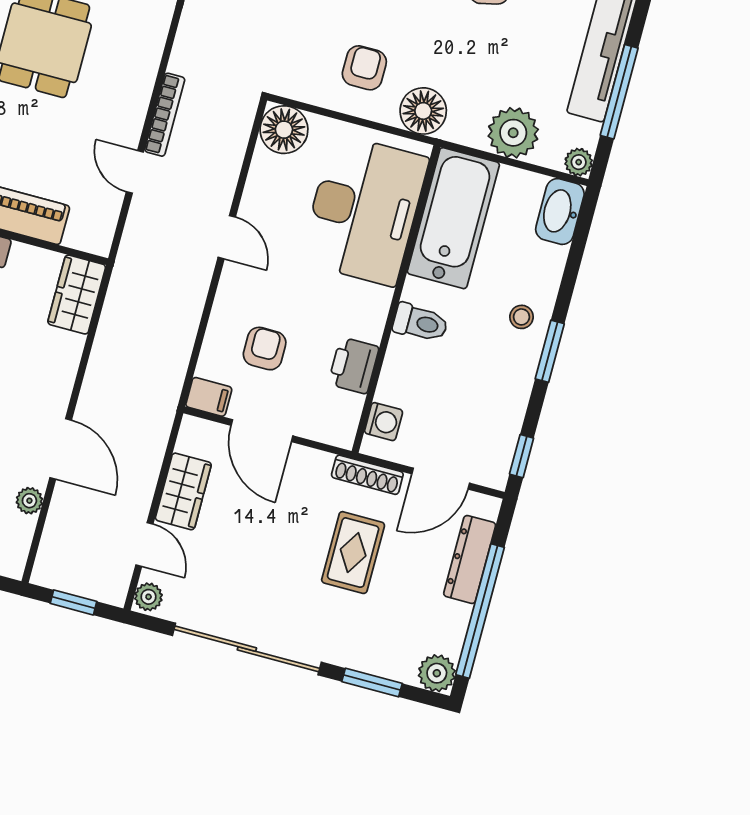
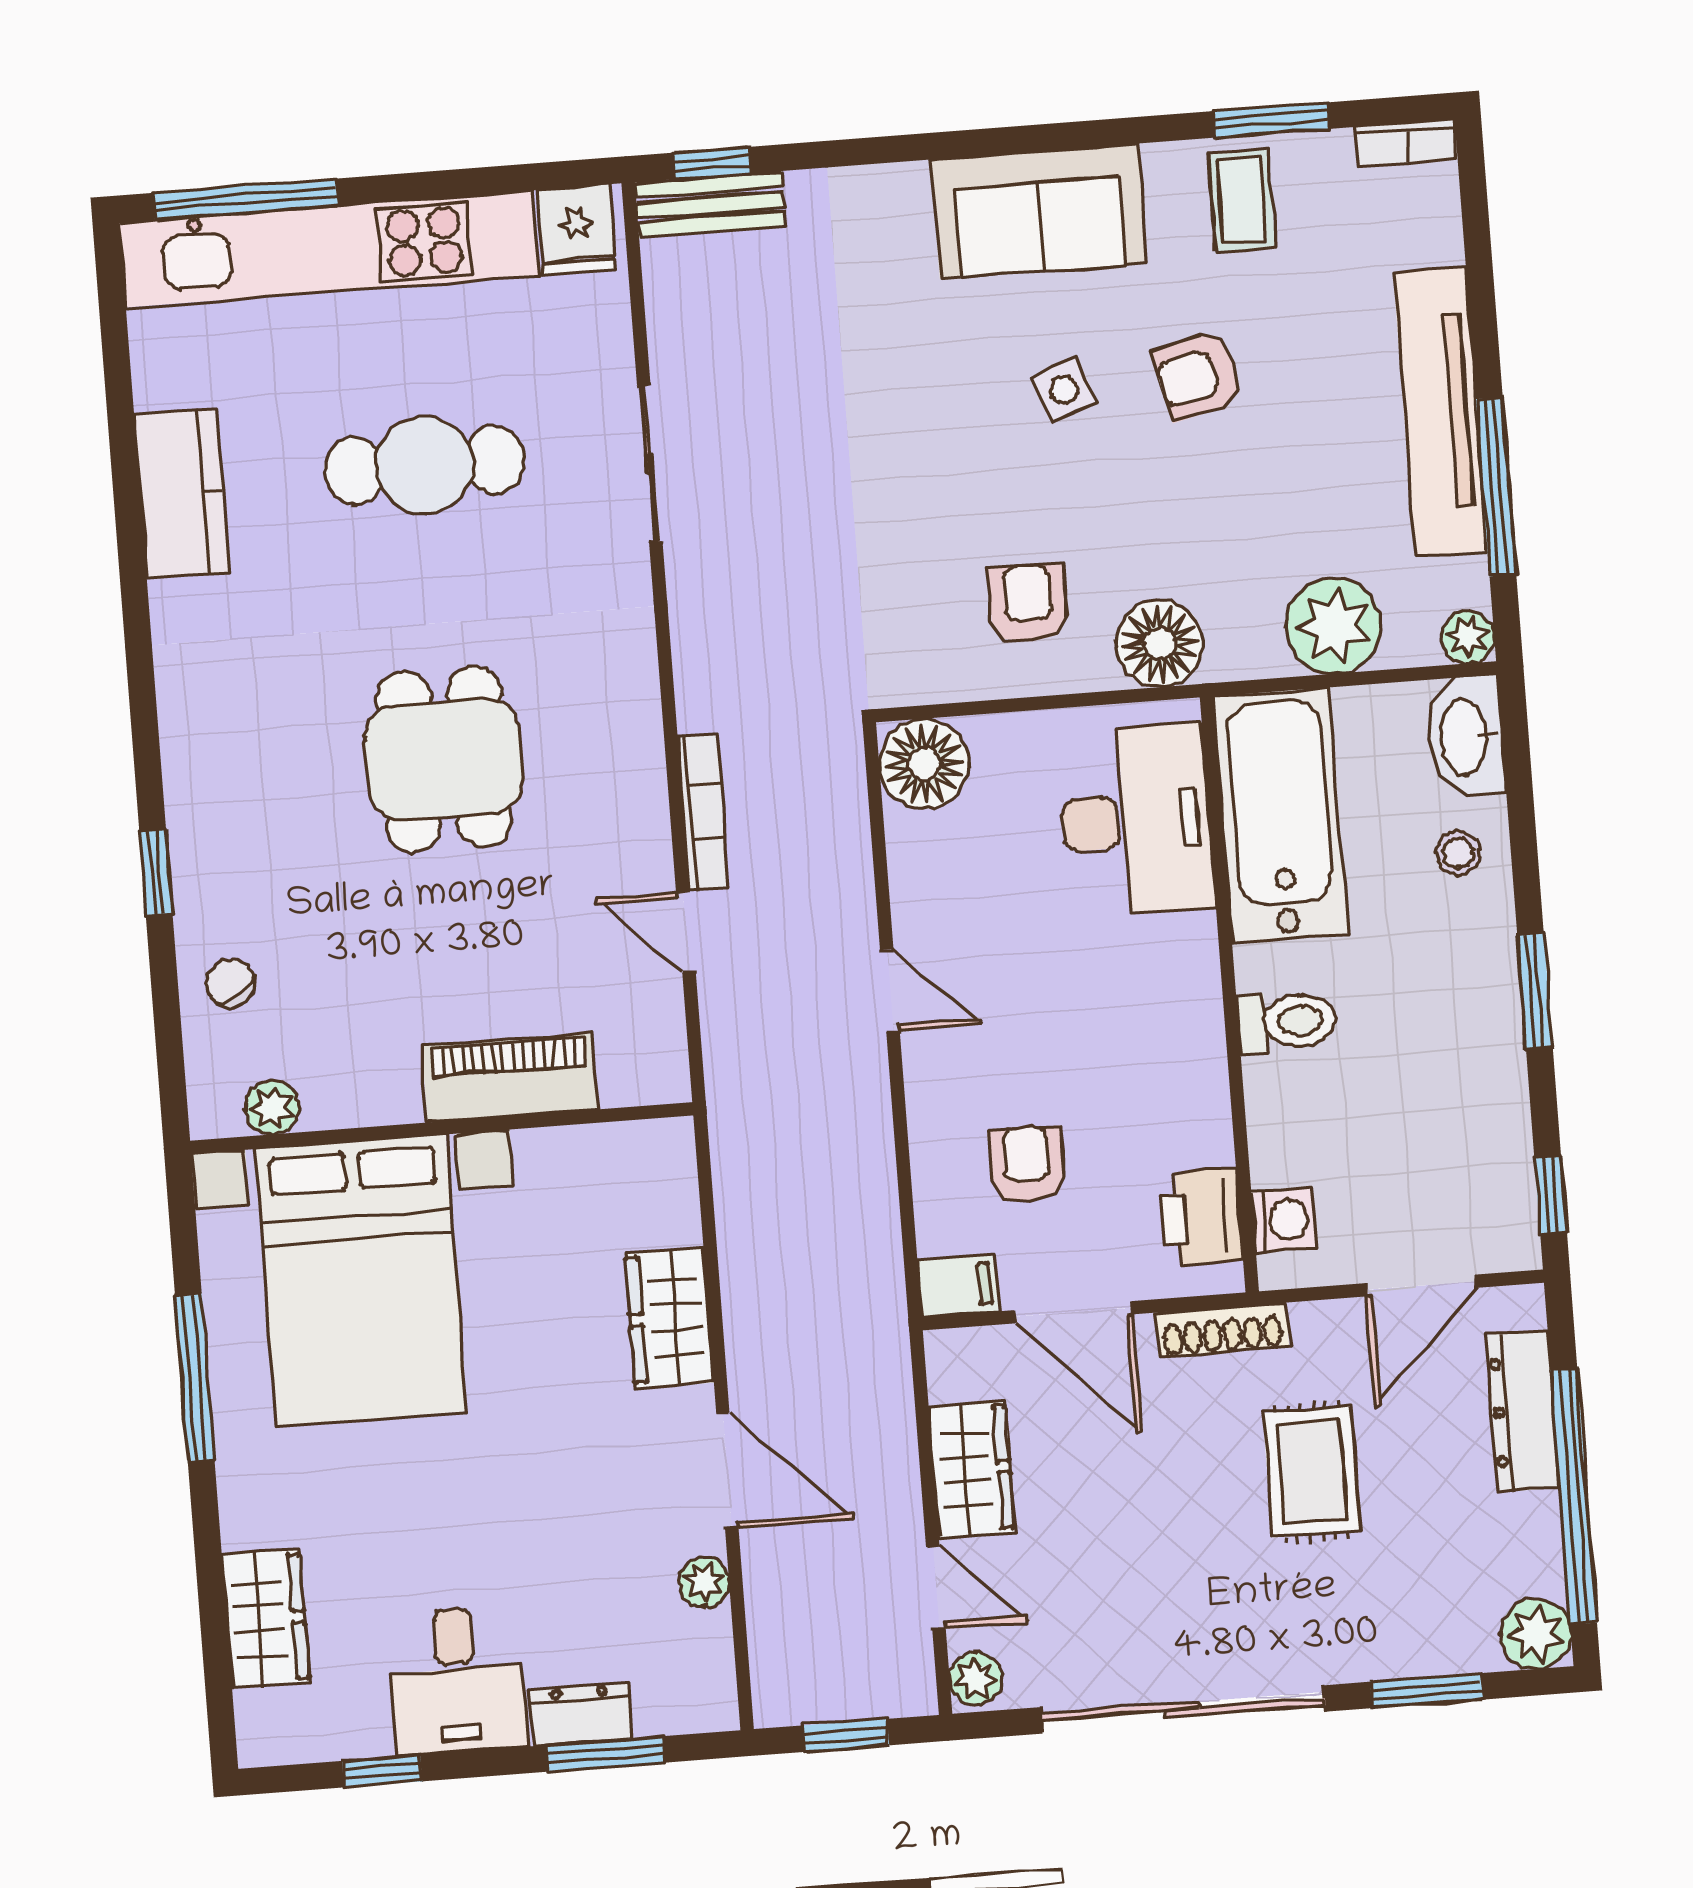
desk: (364, 210) -> (1136, 821), width x0.73, depth x0.77
wardrobe: (77, 295) -> (669, 1318), moved
stool: (522, 317) -> (1458, 853), moved
printer: (354, 365) -> (1201, 1217), moved
shoe rack: (367, 475) -> (1222, 1330), moved

